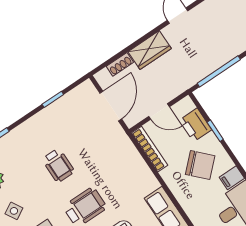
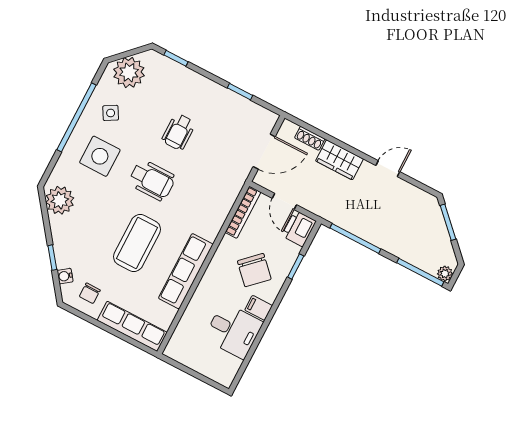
printer: (195, 125) -> (299, 229), moved

